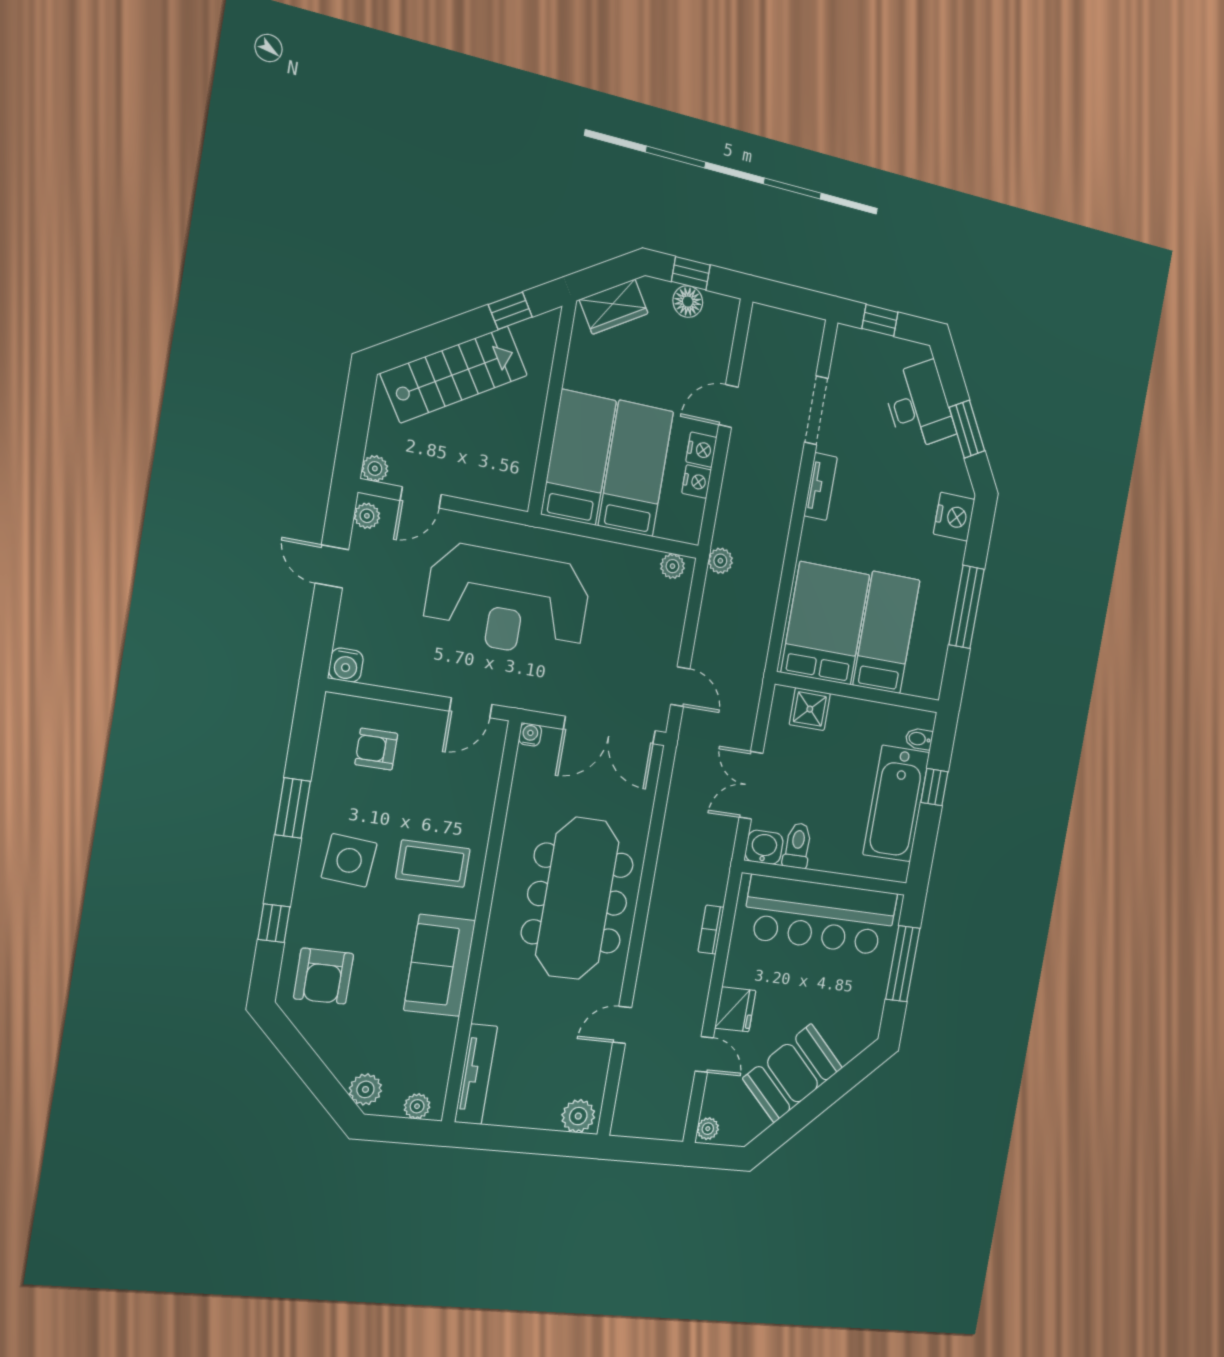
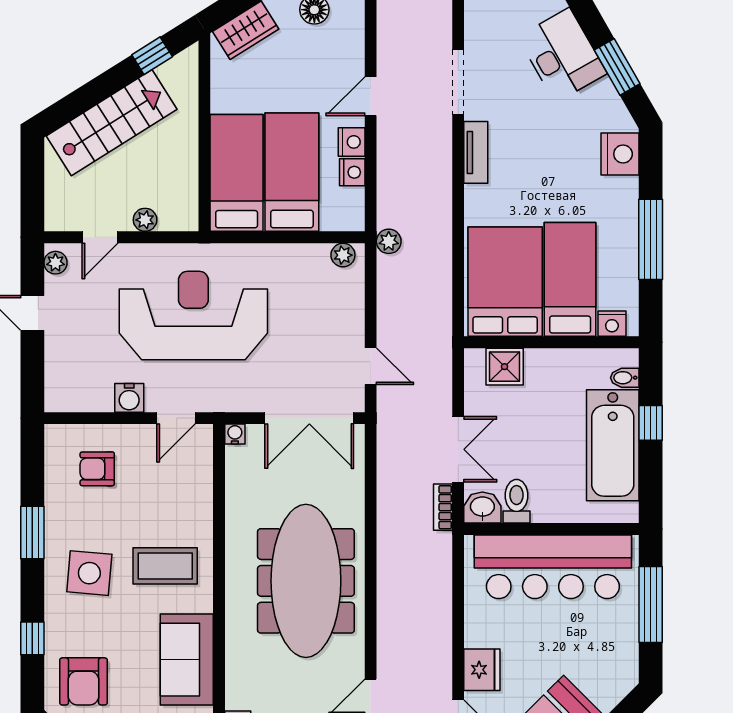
plant: (375, 469) -> (145, 220), moved
reception desk: (508, 601) -> (193, 316), turned 180
water cooler: (346, 665) -> (129, 398), moved
nightstand: (917, 684) -> (612, 324), added
double door: (751, 785) -> (458, 449), swing flipped
bookcase: (711, 930) -> (443, 507), moved

